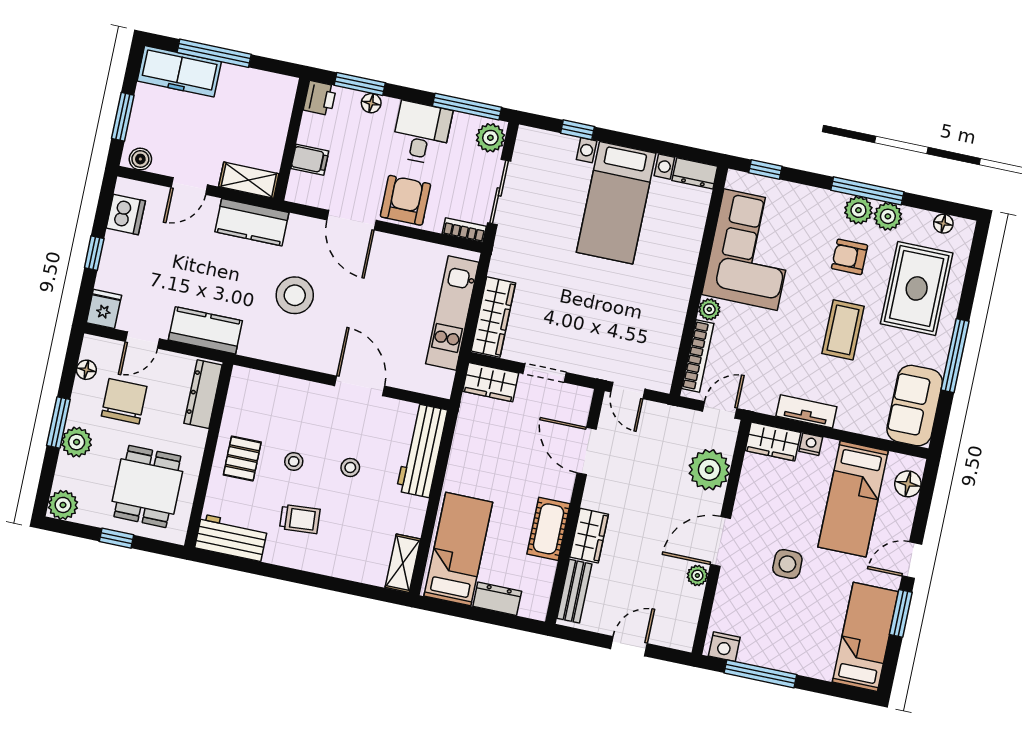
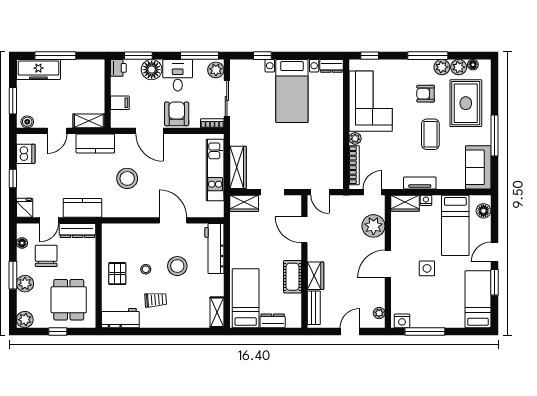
floor lamp: (371, 103) -> (152, 70), width x1.89, depth x1.89
plant: (858, 210) -> (459, 67), moved
dresser: (203, 394) -> (77, 230), moved, turned -90
stool: (350, 467) -> (177, 266), width x1.89, depth x1.89
plant: (697, 575) -> (379, 313), moved

